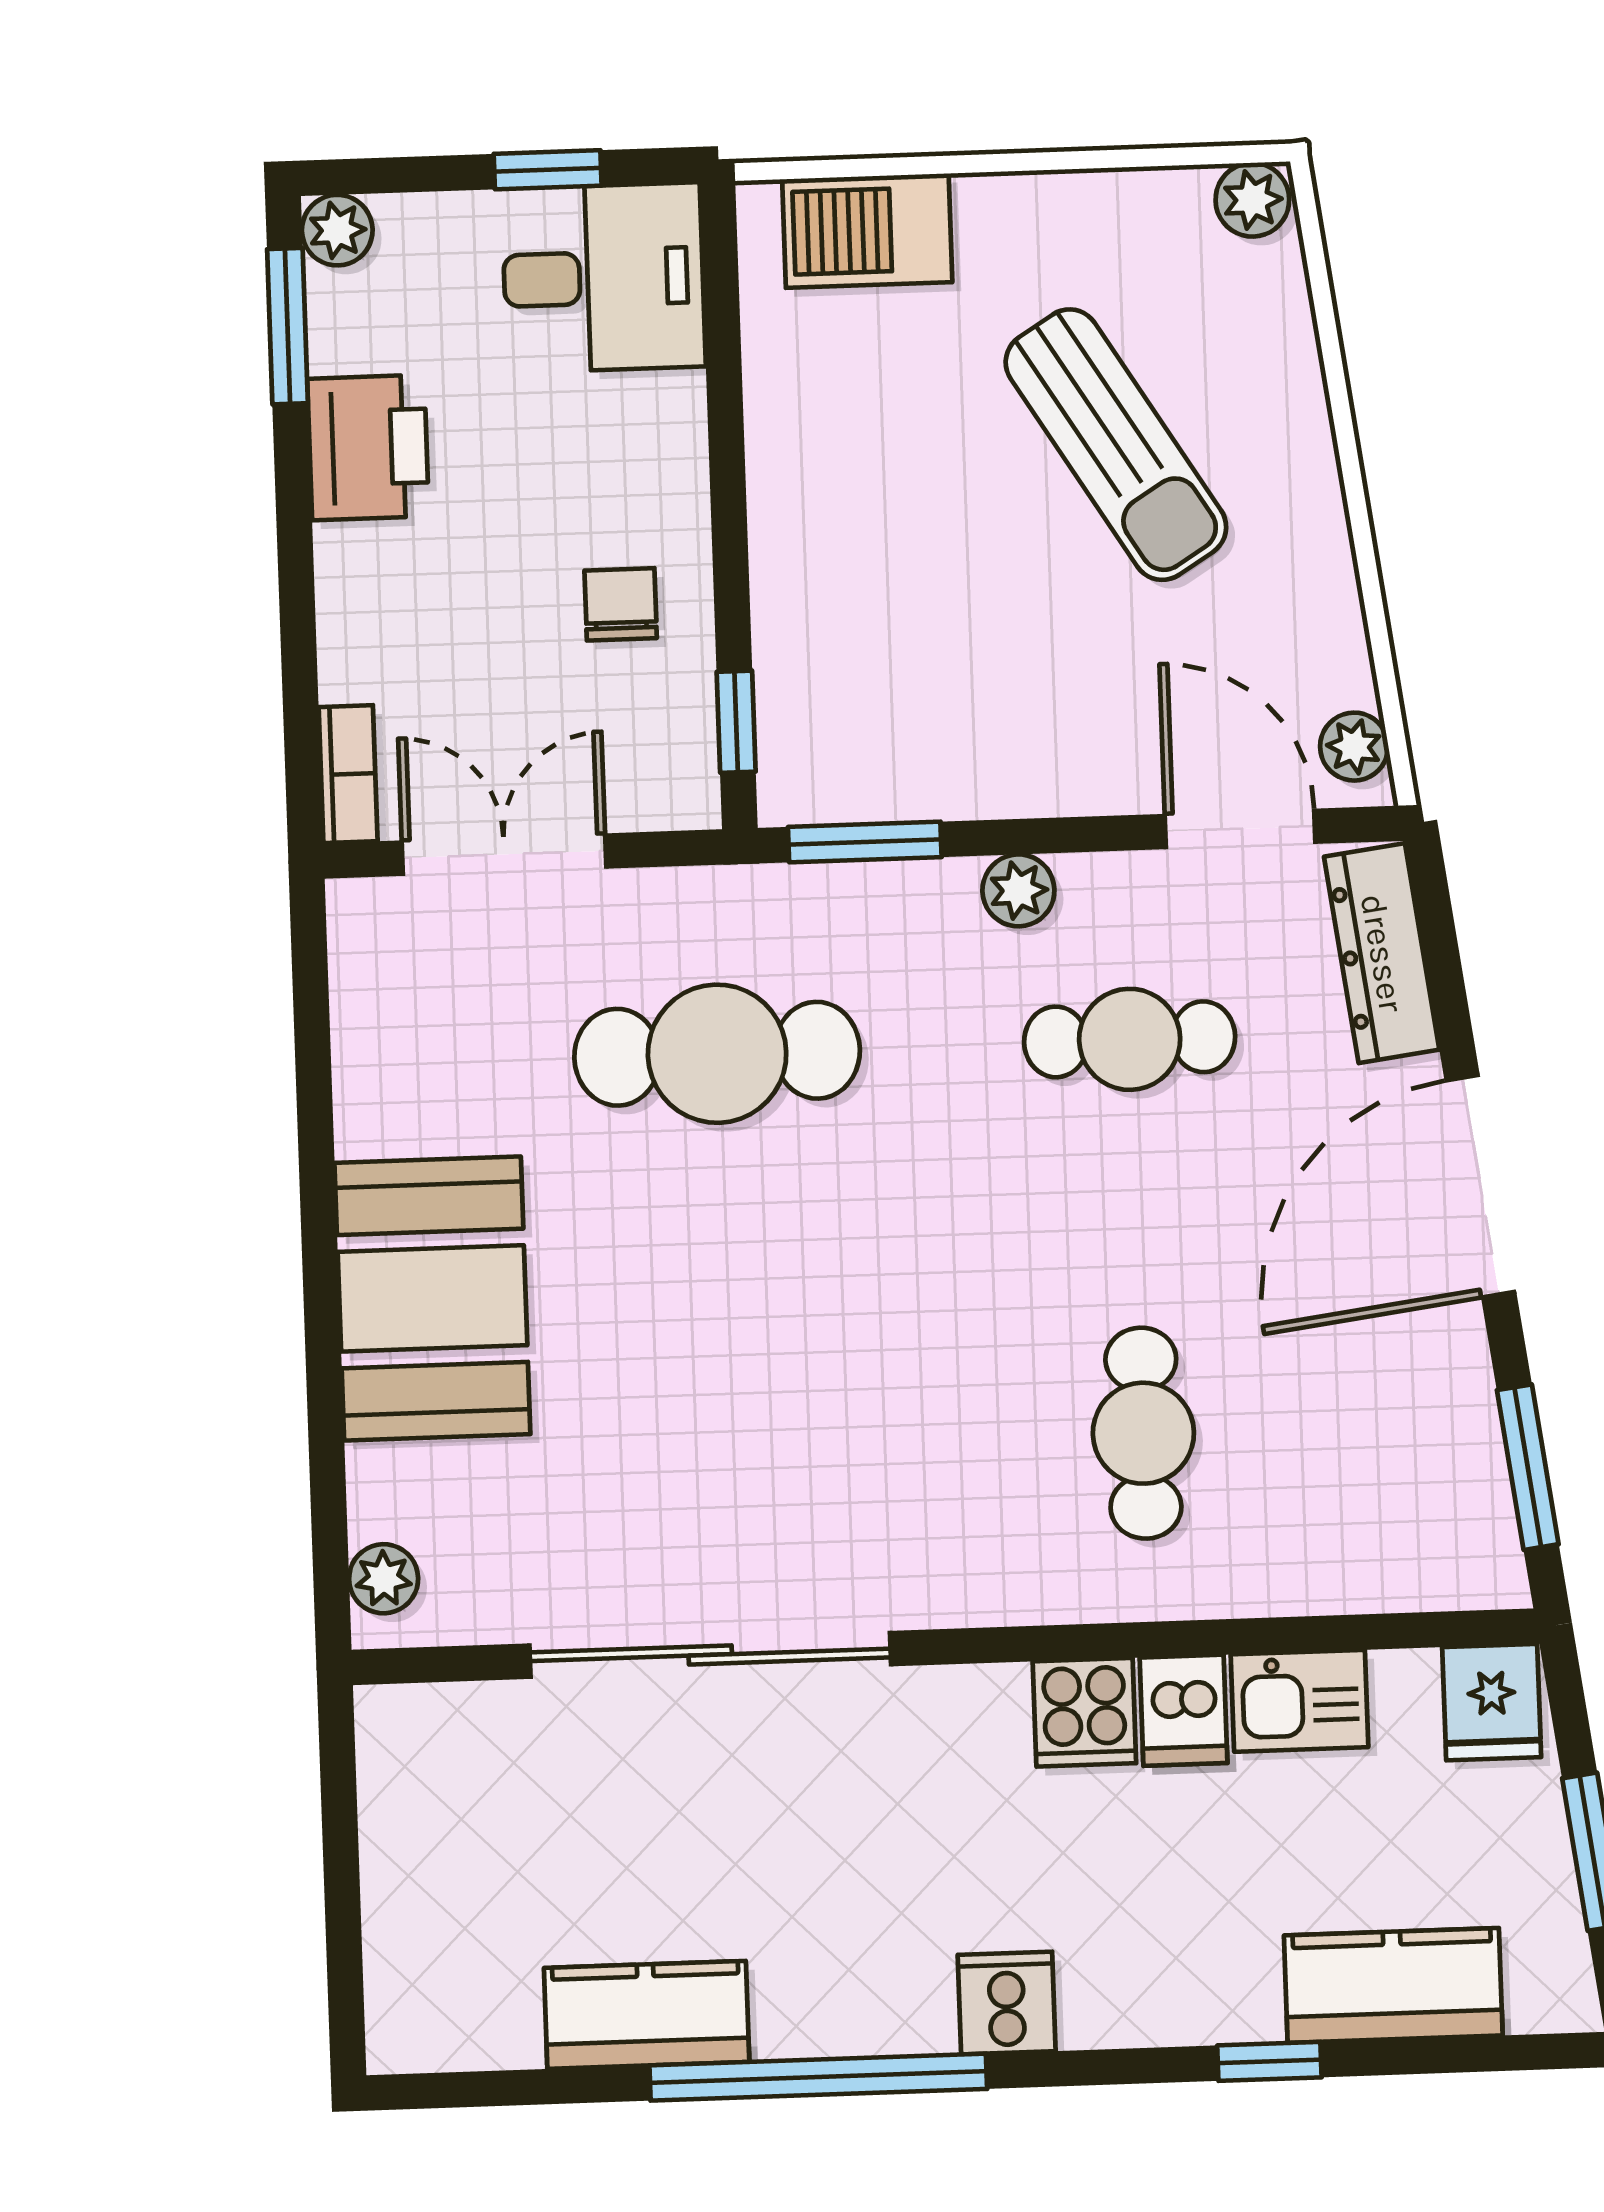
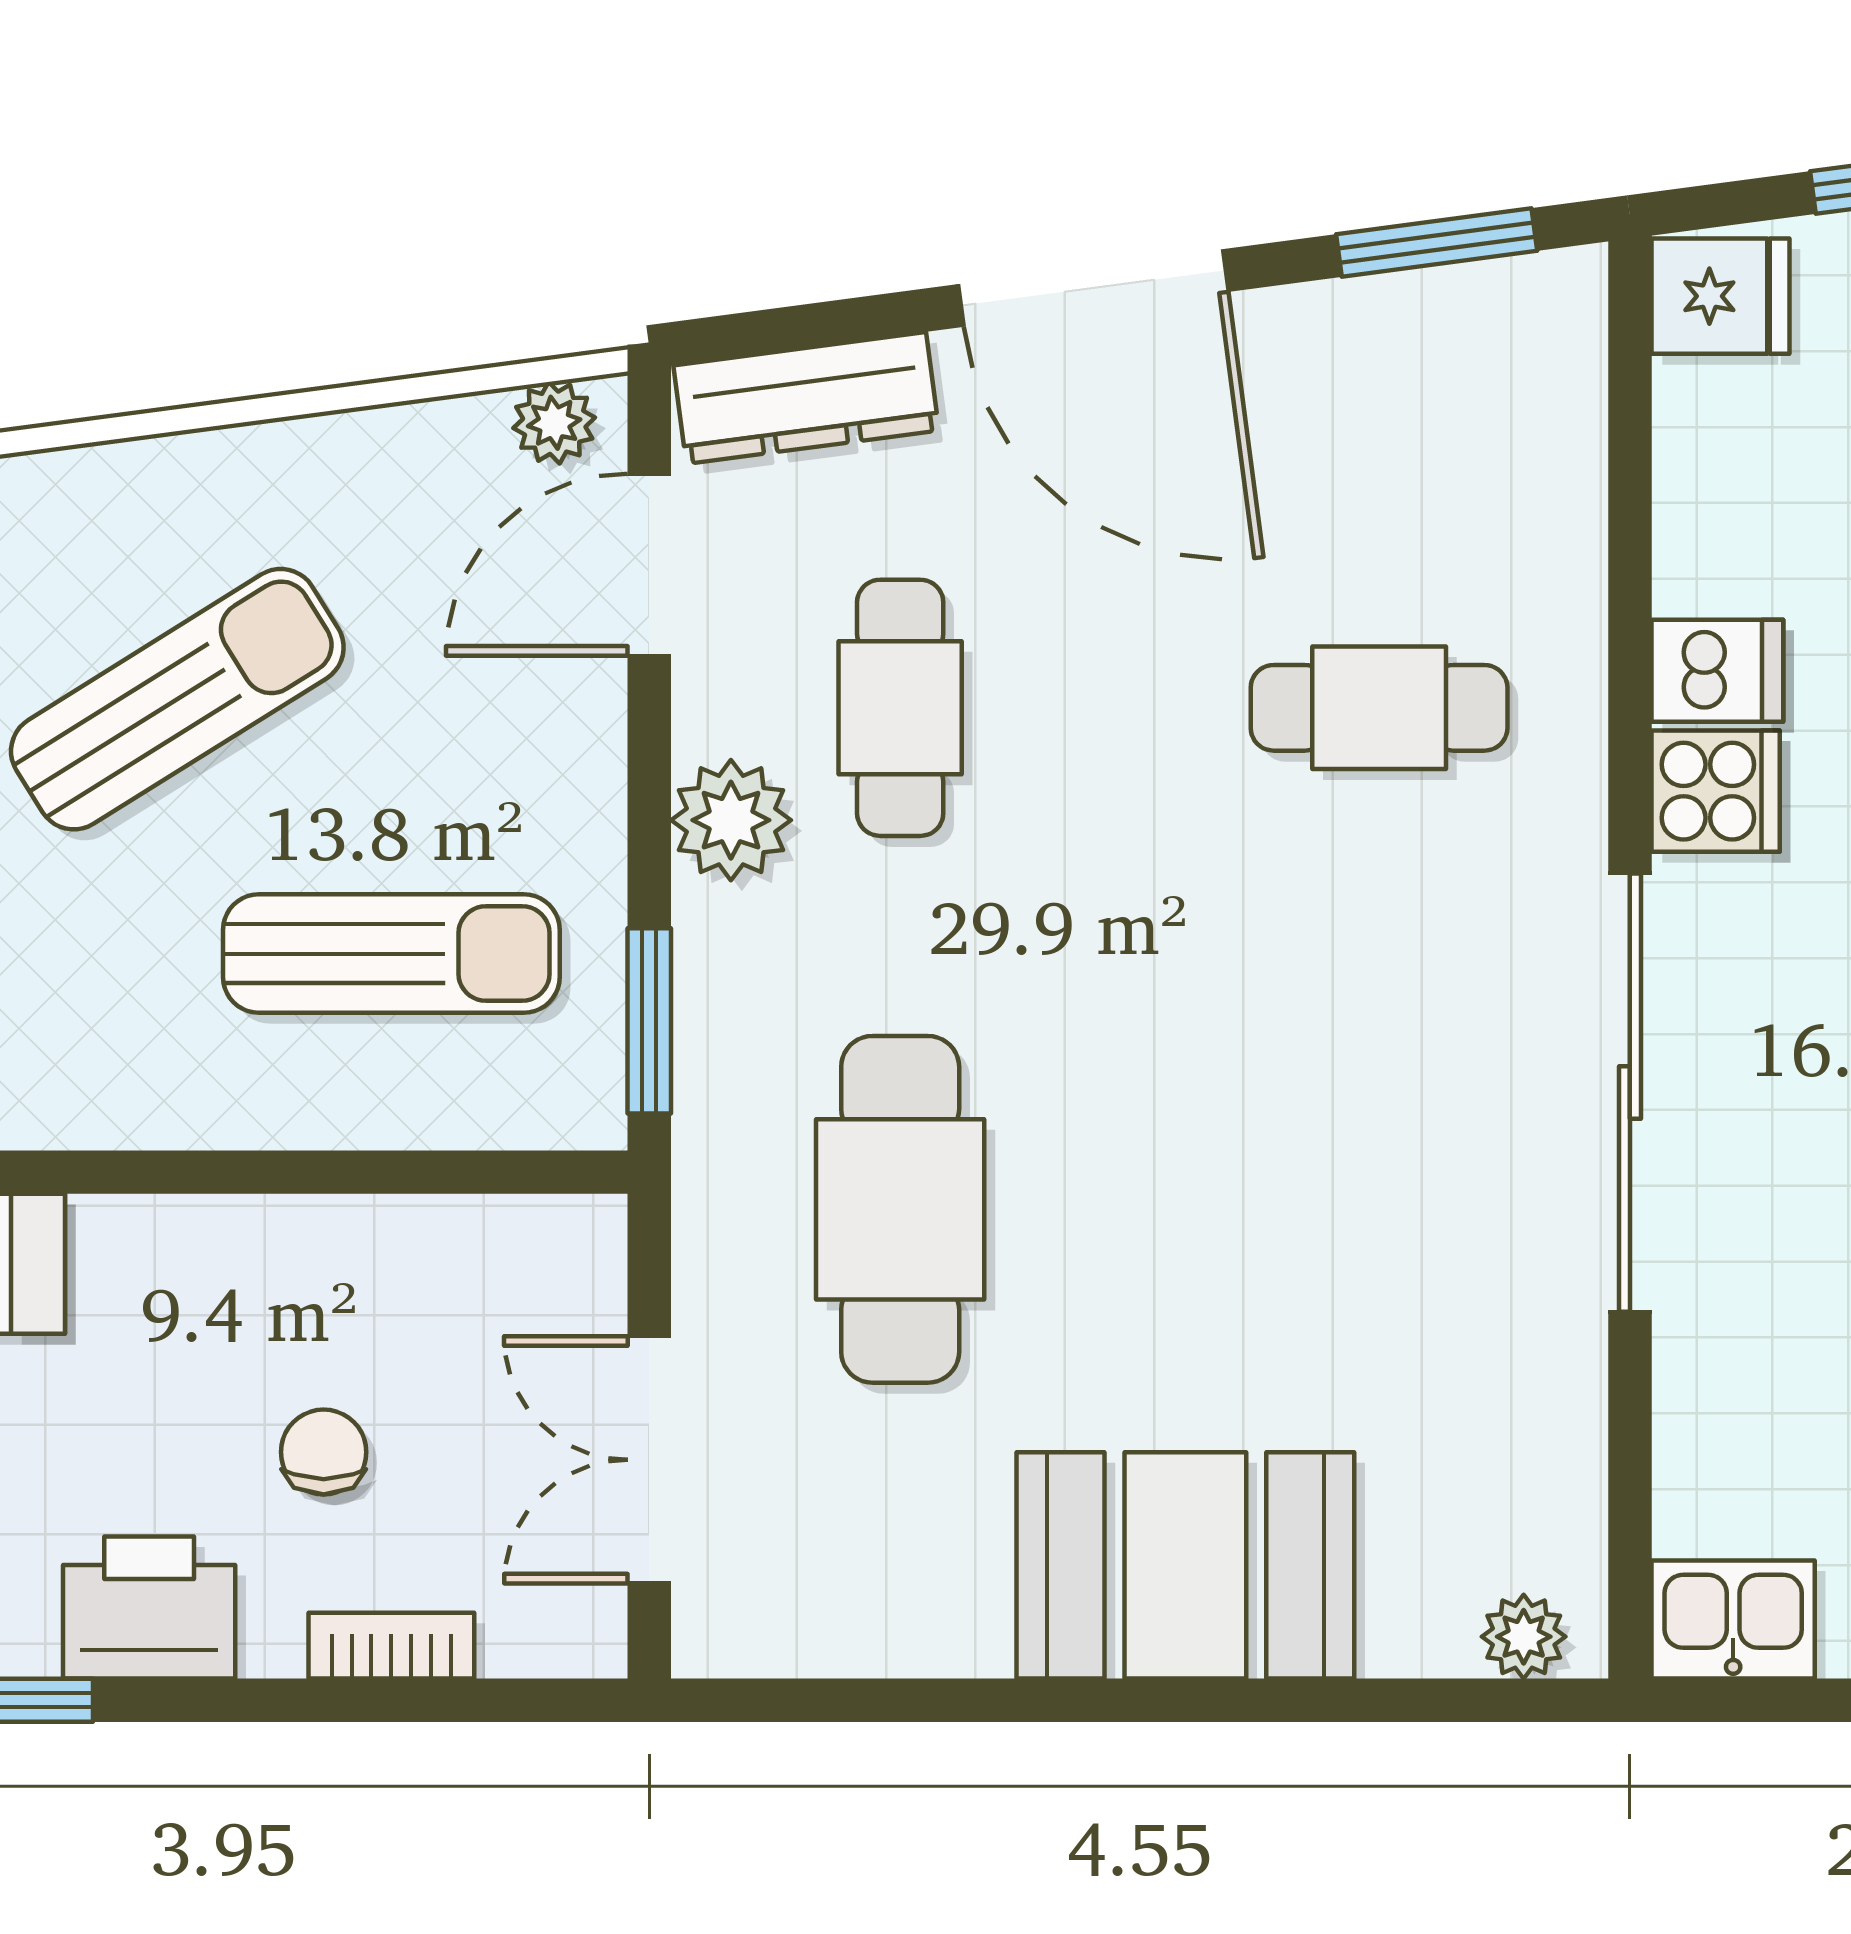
chair: (621, 604) -> (324, 1452), moved, turned 90
sun lounger: (913, 628) -> (391, 954), added
window: (736, 722) -> (498, 1172), removed
bookcase: (348, 774) -> (391, 1646), moved
plant: (1018, 890) -> (731, 820), width x1.38, depth x1.38
sliding door: (710, 1655) -> (1630, 1093), moved
kitchen sink: (1300, 1701) -> (1733, 1620), moved, turned -90

